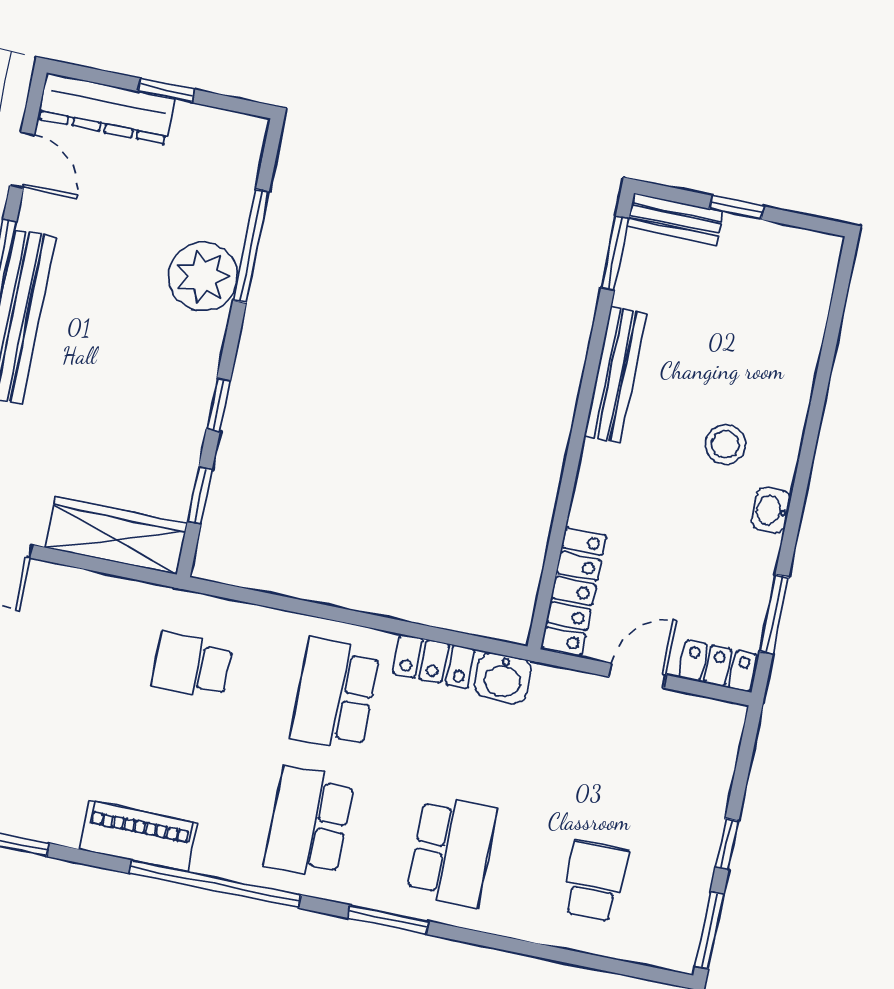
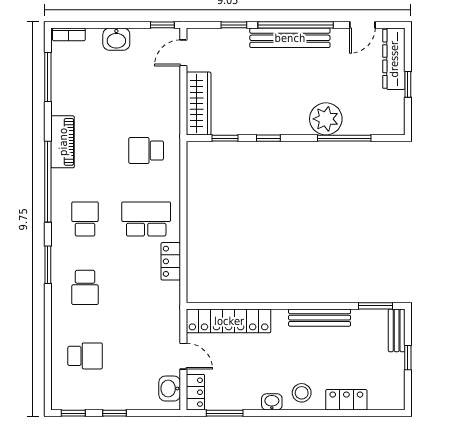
locker: (798, 354) -> (346, 400), added
stool: (725, 444) -> (302, 393), moved
locker: (574, 591) -> (229, 321), width x1.41, depth x1.21
school desk: (192, 665) -> (146, 151), turned -90
washbasin: (503, 678) -> (170, 389), moved
school desk: (309, 822) -> (85, 219), width x0.54
school desk: (452, 852) -> (85, 287), width x0.54
window: (709, 930) -> (73, 413), width x0.67

